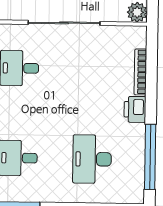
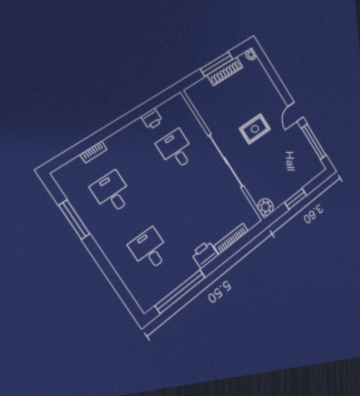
desk: (92, 159) -> (149, 250), width x0.73

